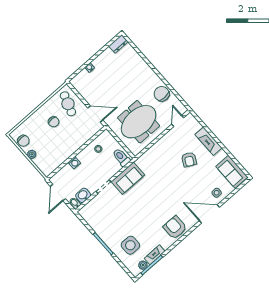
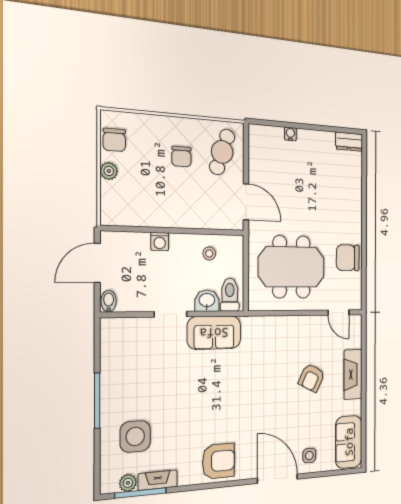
chair: (162, 94) -> (348, 258), turned -90
door: (178, 121) -> (339, 312), swing flipped
washbasin: (83, 195) -> (207, 301), moved
armchair: (175, 227) -> (219, 461), turned 90

